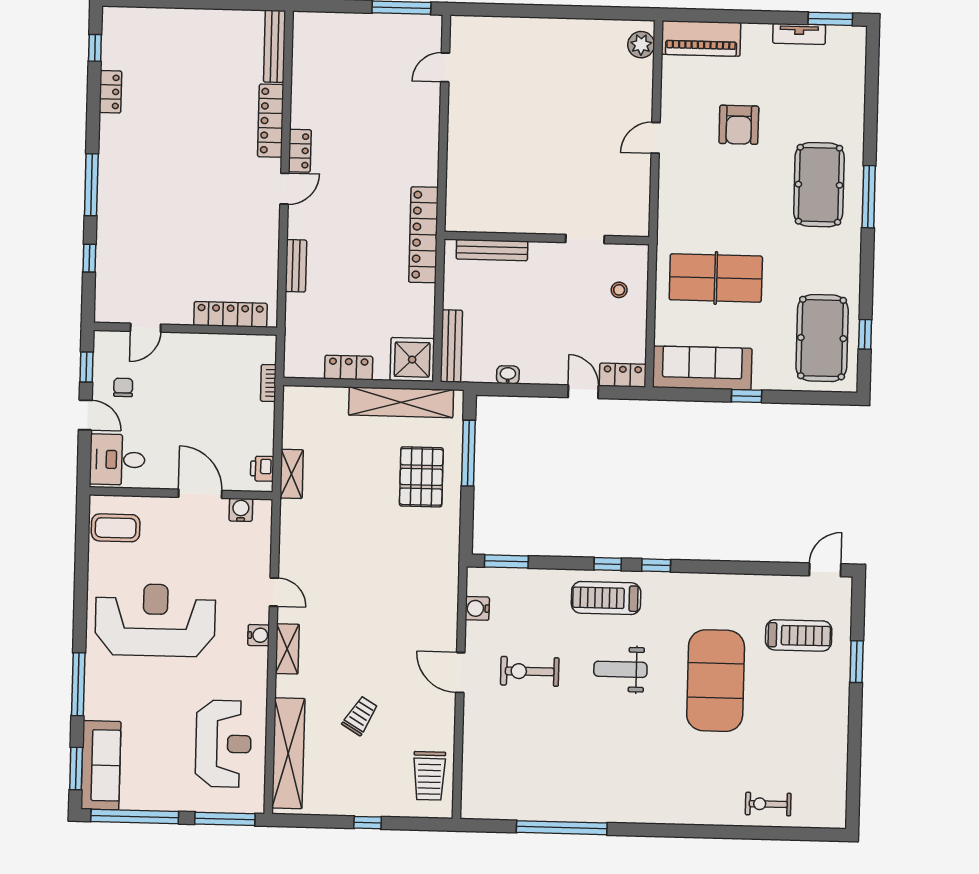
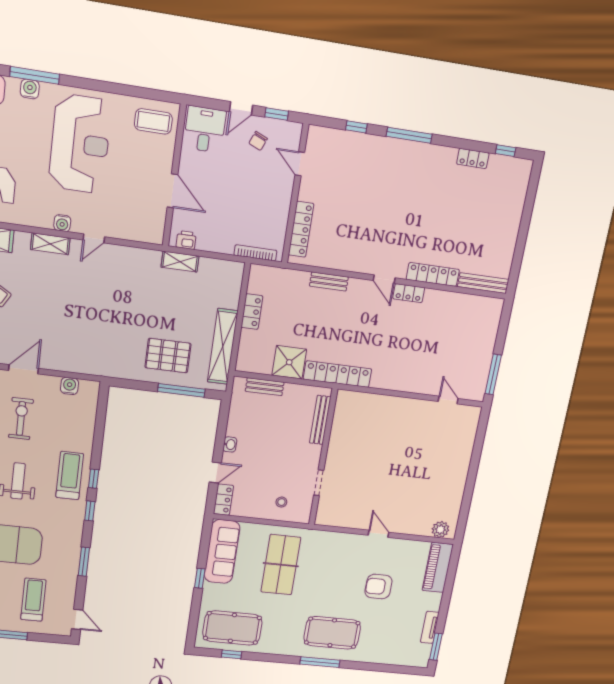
bench: (451, 346) -> (265, 387), width x0.73
shower: (412, 360) -> (289, 362), moved
washbasin: (508, 375) -> (230, 444), moved
bookcase: (268, 383) -> (255, 253), width x1.56
chair: (123, 387) -> (258, 141), turned 113
door: (200, 494) -> (172, 191), hinge flipped
water cooler: (241, 510) -> (30, 89), moved, turned -90
coffee table: (116, 528) -> (153, 121), turned 90
window: (506, 561) -> (84, 562), moved
treadmill: (799, 635) -> (33, 600), turned 180

